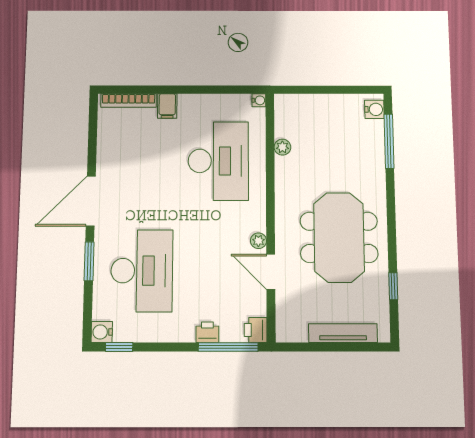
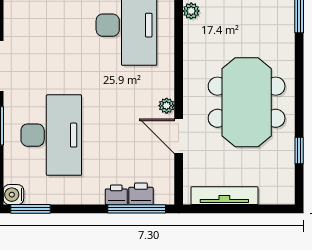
printer: (256, 330) -> (141, 194), moved, turned 90
tv unit: (343, 333) -> (224, 196), moved
window: (119, 347) -> (31, 209), width x1.50

